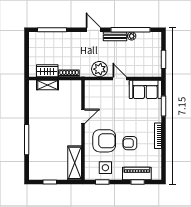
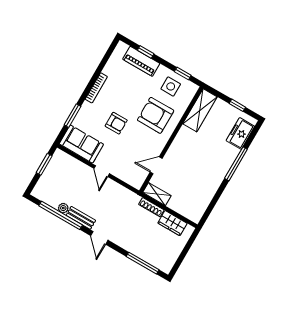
plant: (99, 69) -> (117, 193), removed
shelving: (48, 85) -> (157, 194), moved
door: (83, 116) -> (156, 165), moved
armchair: (130, 143) -> (116, 123), moved
freezer: (36, 163) -> (240, 133), added

